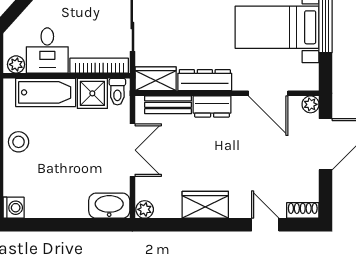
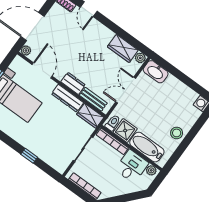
wardrobe: (205, 205) -> (123, 48), moved

